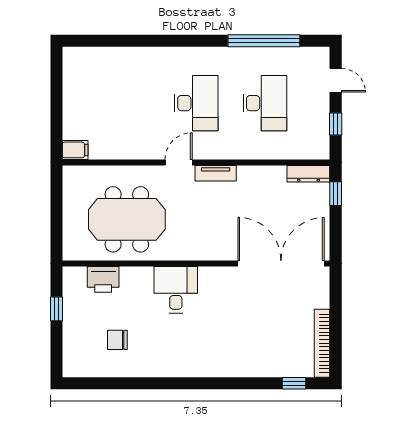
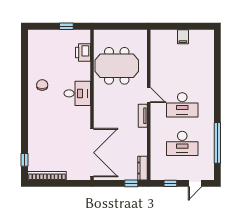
filing cabinet: (75, 150) -> (183, 37), moved
meeting table: (127, 219) -> (117, 66), turned 90
chair: (117, 340) -> (42, 85), moved

